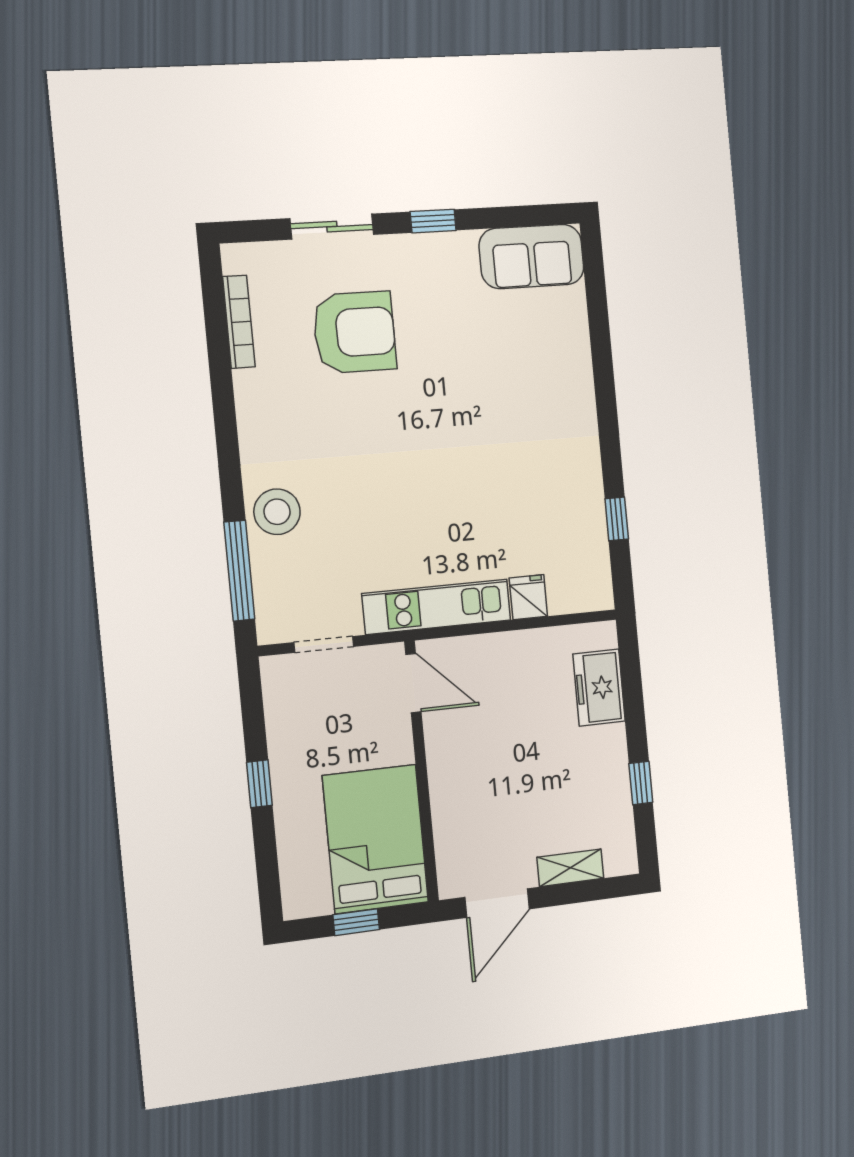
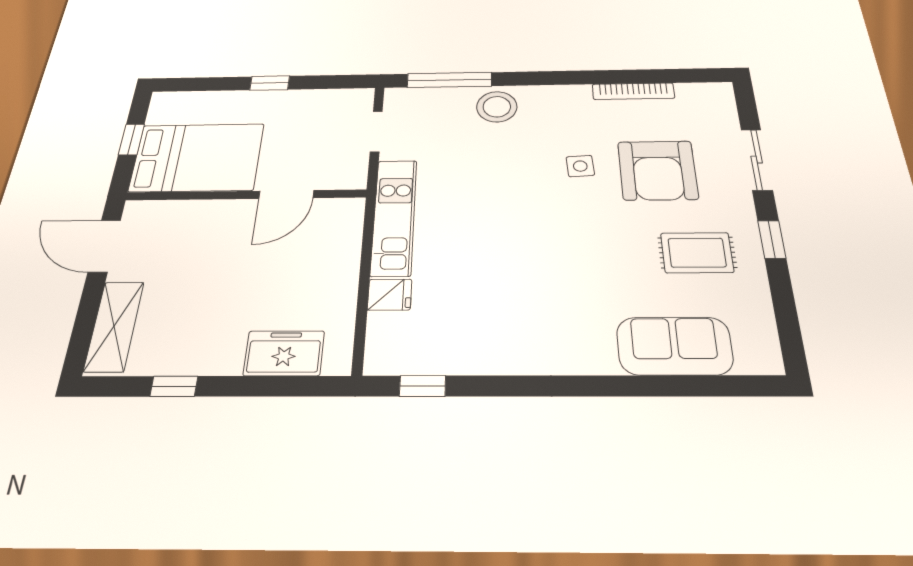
sofa: (532, 256) -> (674, 346), moved, turned 90
rug: (455, 296) -> (697, 253), added
bookcase: (239, 322) -> (633, 91), moved
side table: (355, 415) -> (580, 166), added
window: (617, 519) -> (422, 386), moved
door: (413, 683) -> (286, 194), moved
shelving: (570, 868) -> (114, 326), width x1.50, depth x1.33

